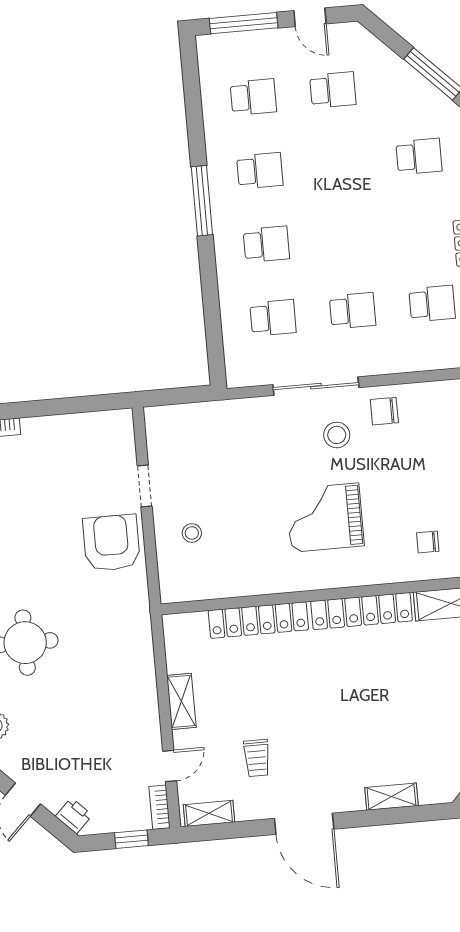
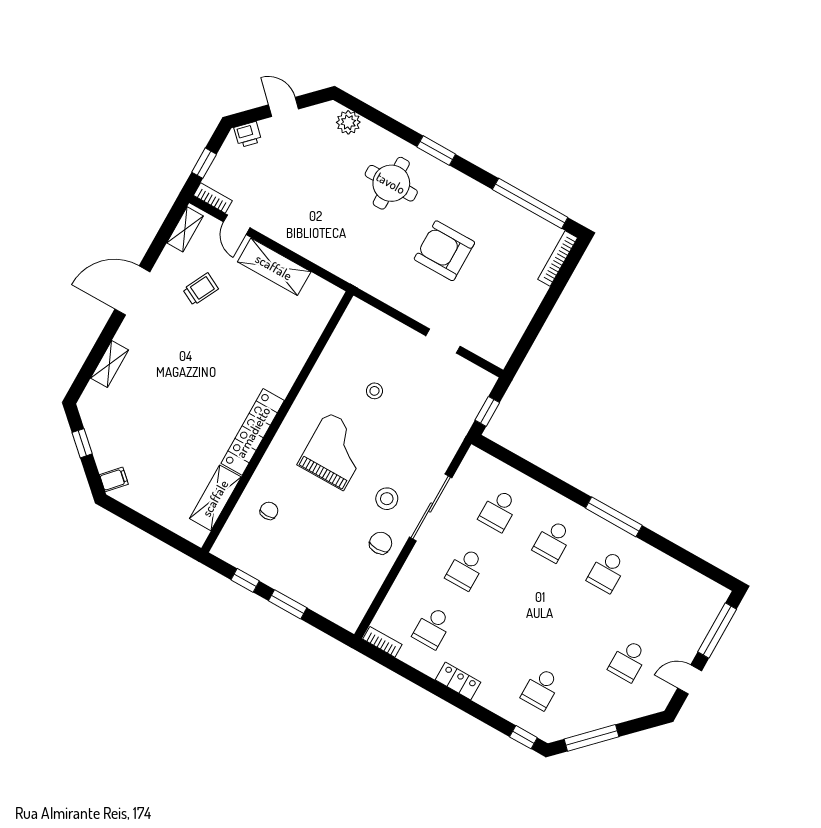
school desk: (253, 97) -> (661, 602), removed
window: (184, 395) -> (487, 411), added
stool: (192, 533) -> (374, 391), moved
armchair: (111, 543) -> (444, 251), moved, turned 180
locker: (258, 620) -> (296, 356), removed
shelving: (181, 701) -> (274, 267), width x1.50, depth x1.33
trolley: (257, 758) -> (201, 289), turned 117

